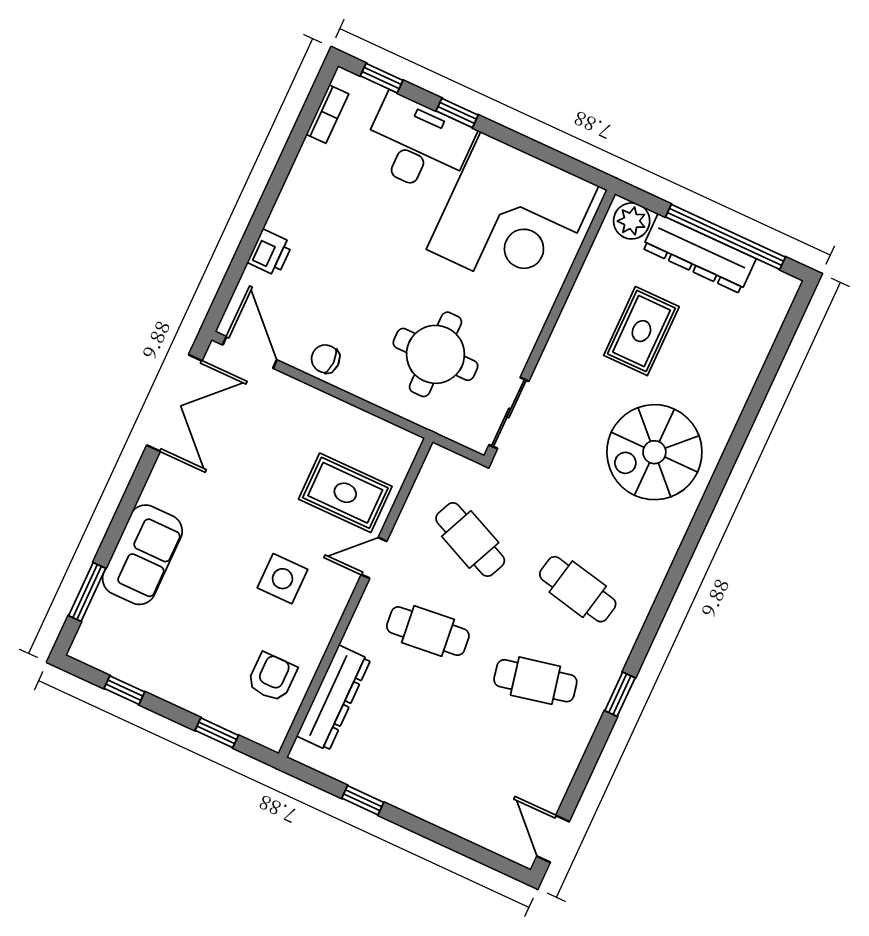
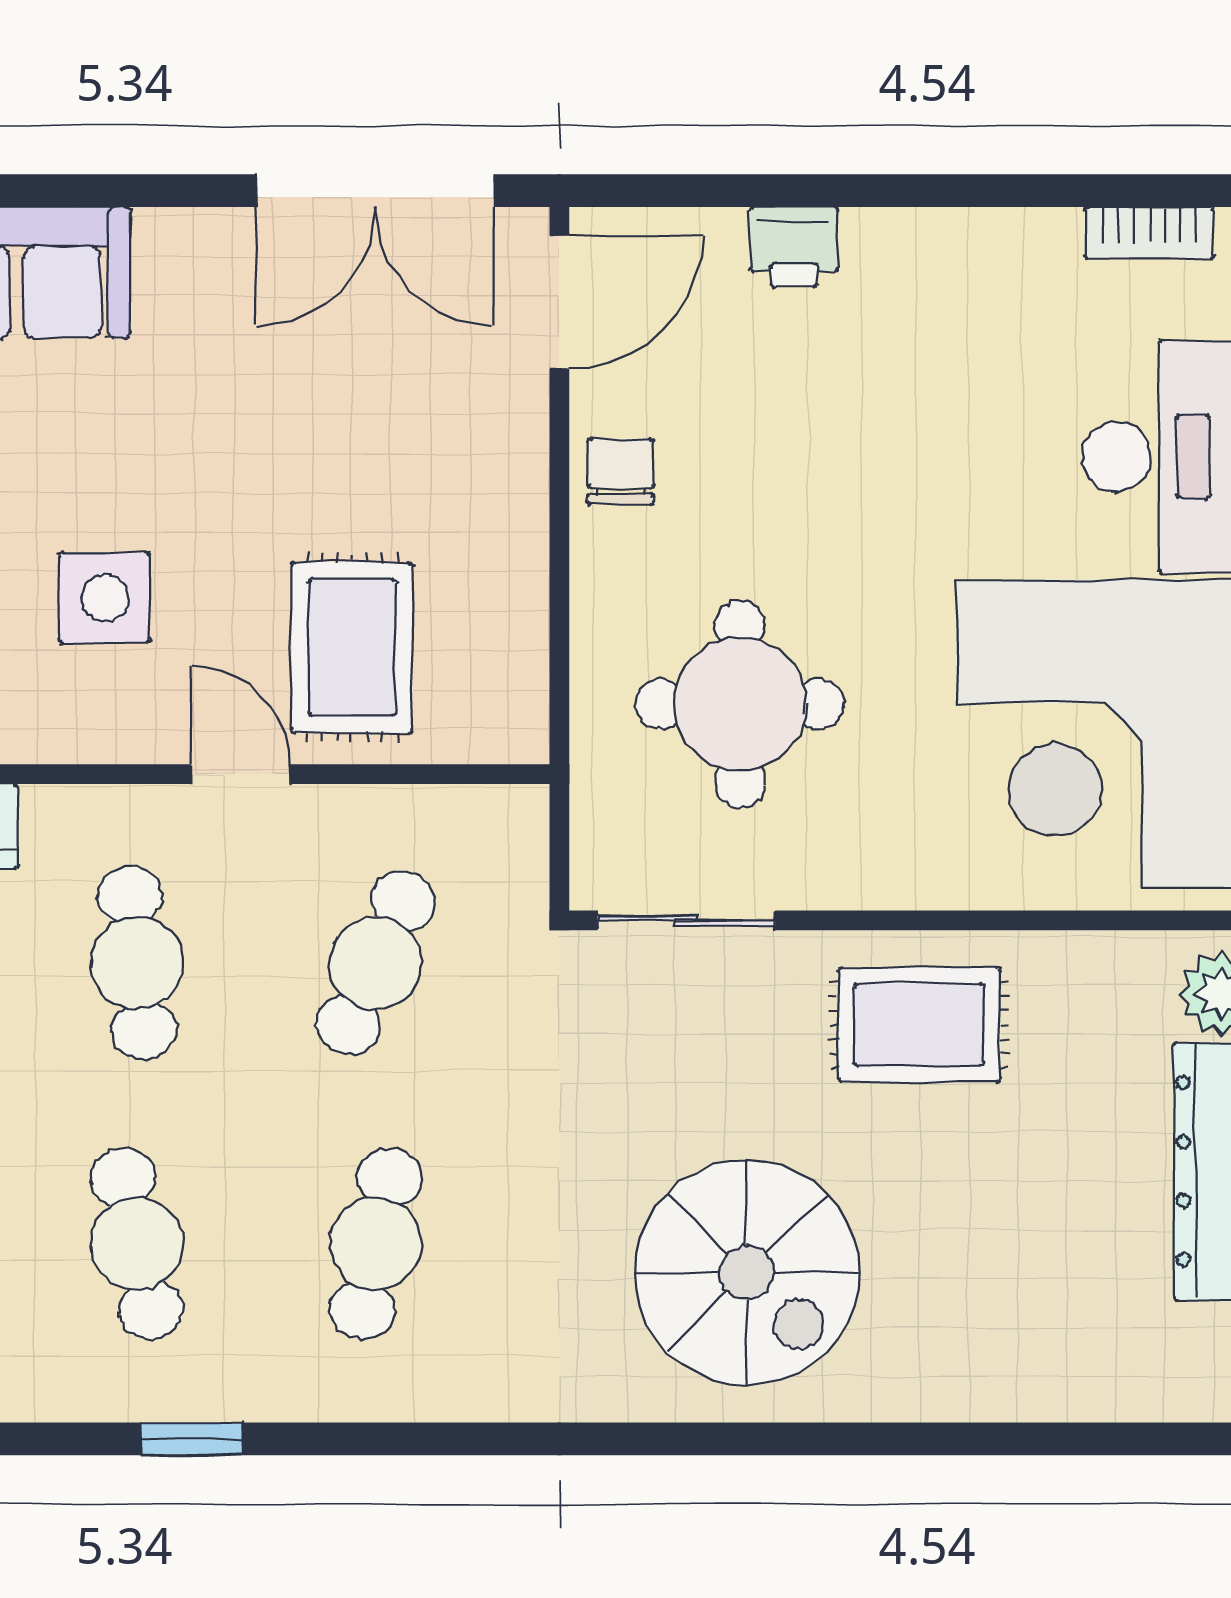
rug: (641, 331) -> (919, 1025), moved
spiral stairs: (654, 452) -> (747, 1273), turned 180

